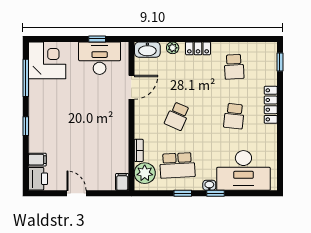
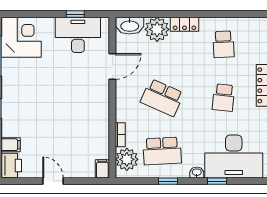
plant: (173, 48) -> (157, 29), width x1.87, depth x1.87
school desk: (177, 116) -> (162, 98), width x1.85
window: (215, 193) -> (217, 181), moved

